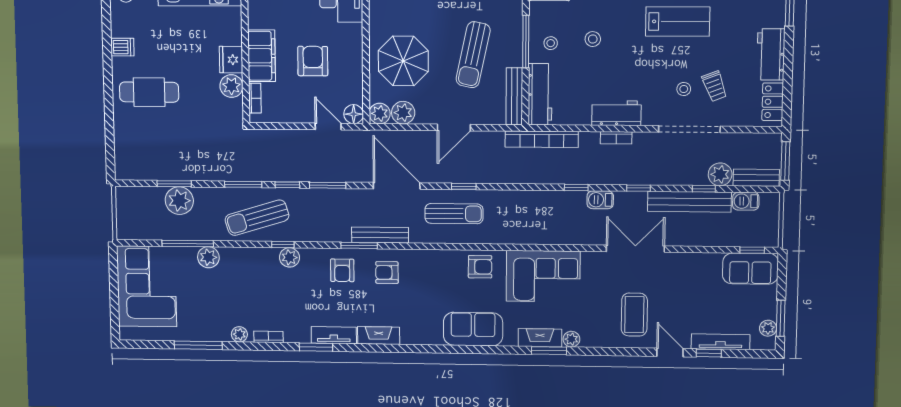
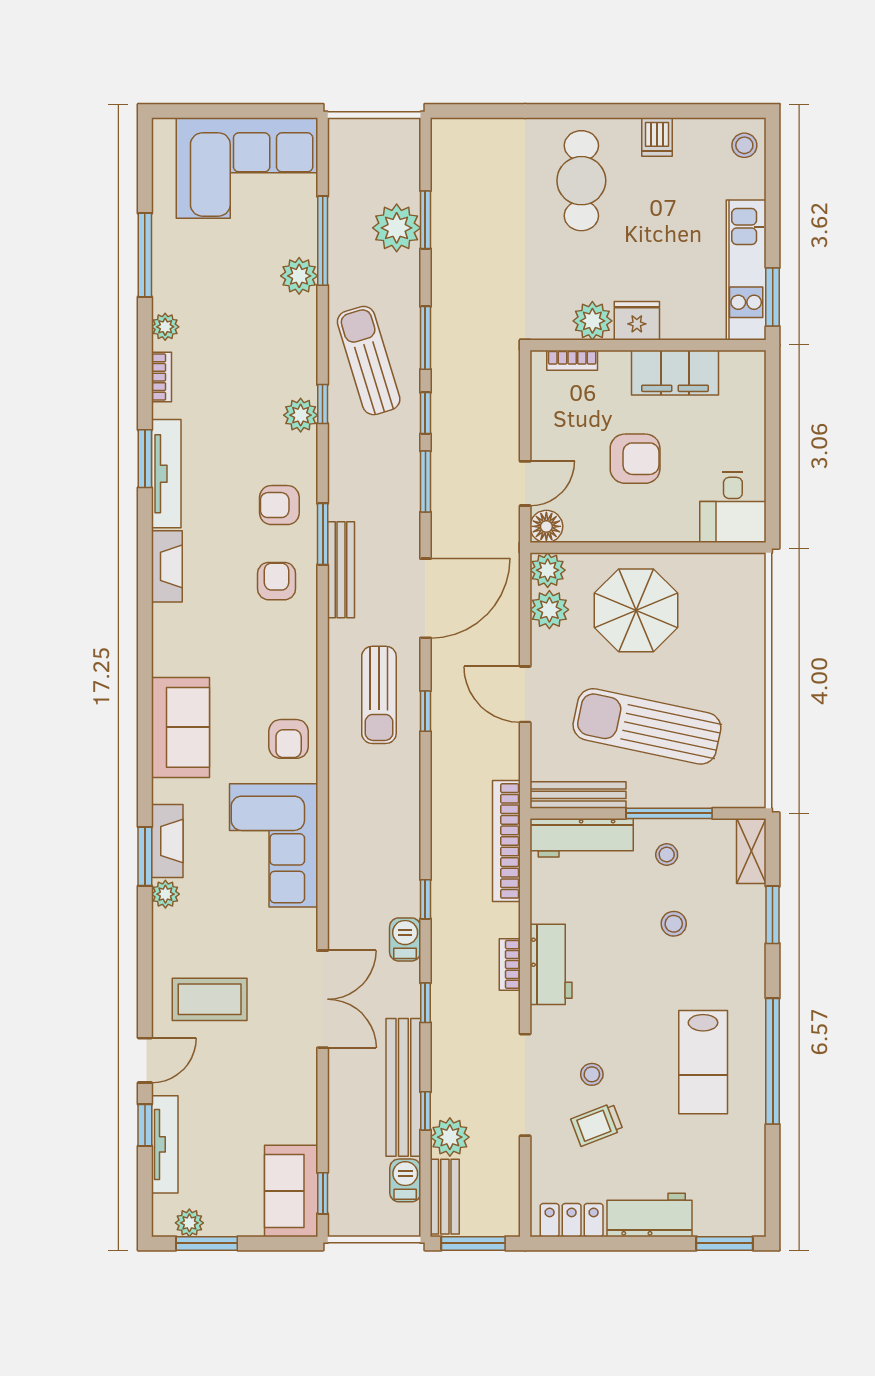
sun lounger: (473, 55) -> (647, 726), width x1.36, depth x1.34
filing cabinet: (262, 56) -> (675, 373), moved
tv unit: (334, 335) -> (166, 474), width x1.41

